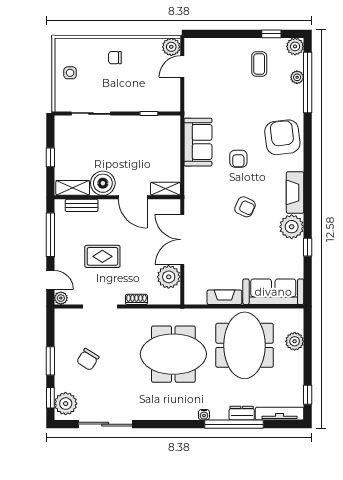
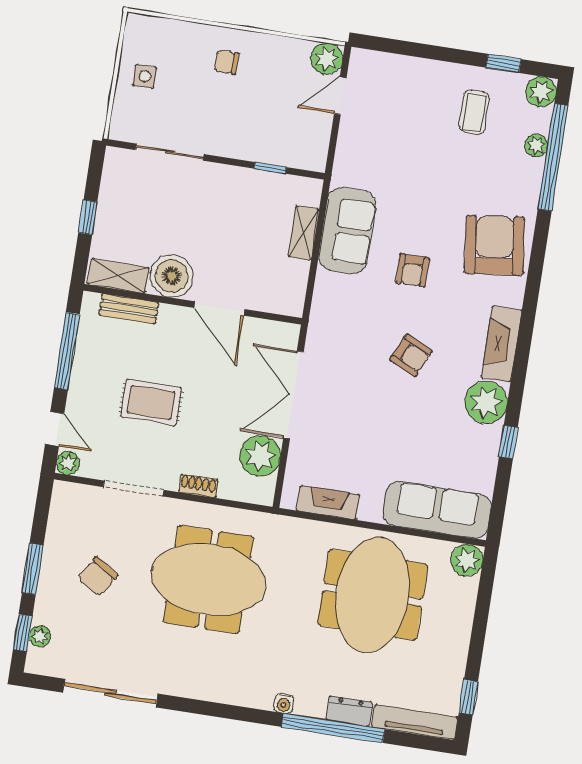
shelving: (165, 189) -> (304, 233), moved, turned 90
fireplace: (224, 297) -> (328, 503), moved
plant: (295, 341) -> (467, 560), moved
meeting table: (173, 354) -> (208, 579), moved
plant: (66, 404) -> (40, 636), width x0.53, depth x0.53

